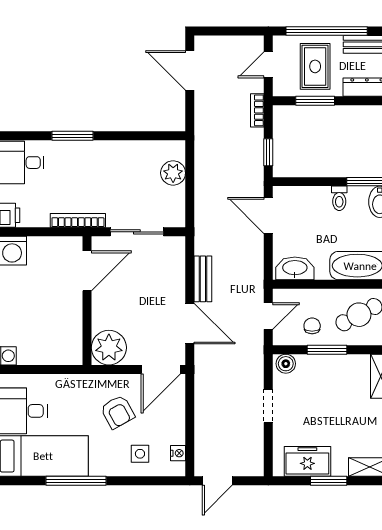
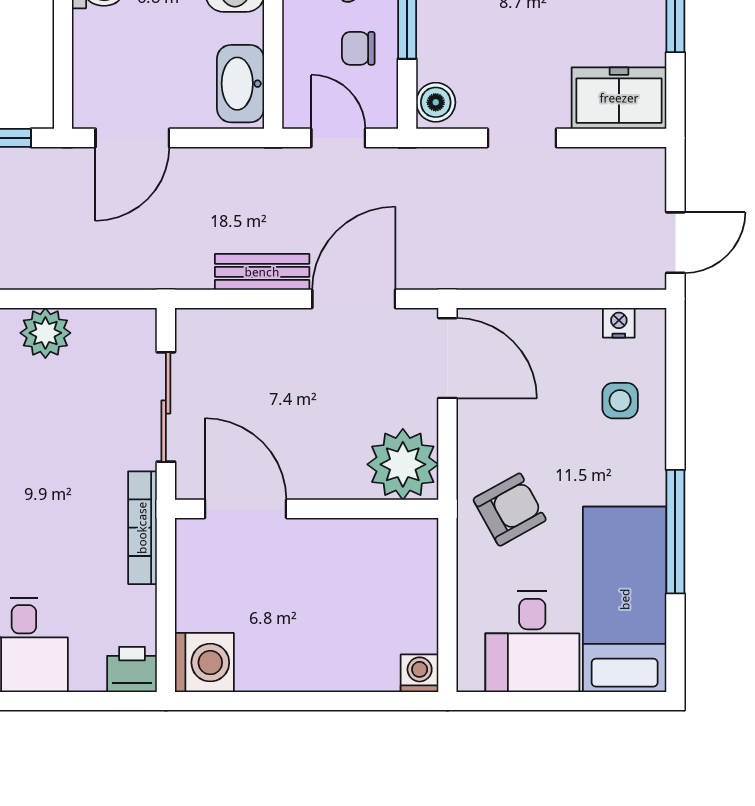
armchair: (118, 412) -> (510, 510), moved
freezer: (307, 461) -> (619, 98), moved, turned 90
door: (217, 481) -> (675, 243), hinge flipped

